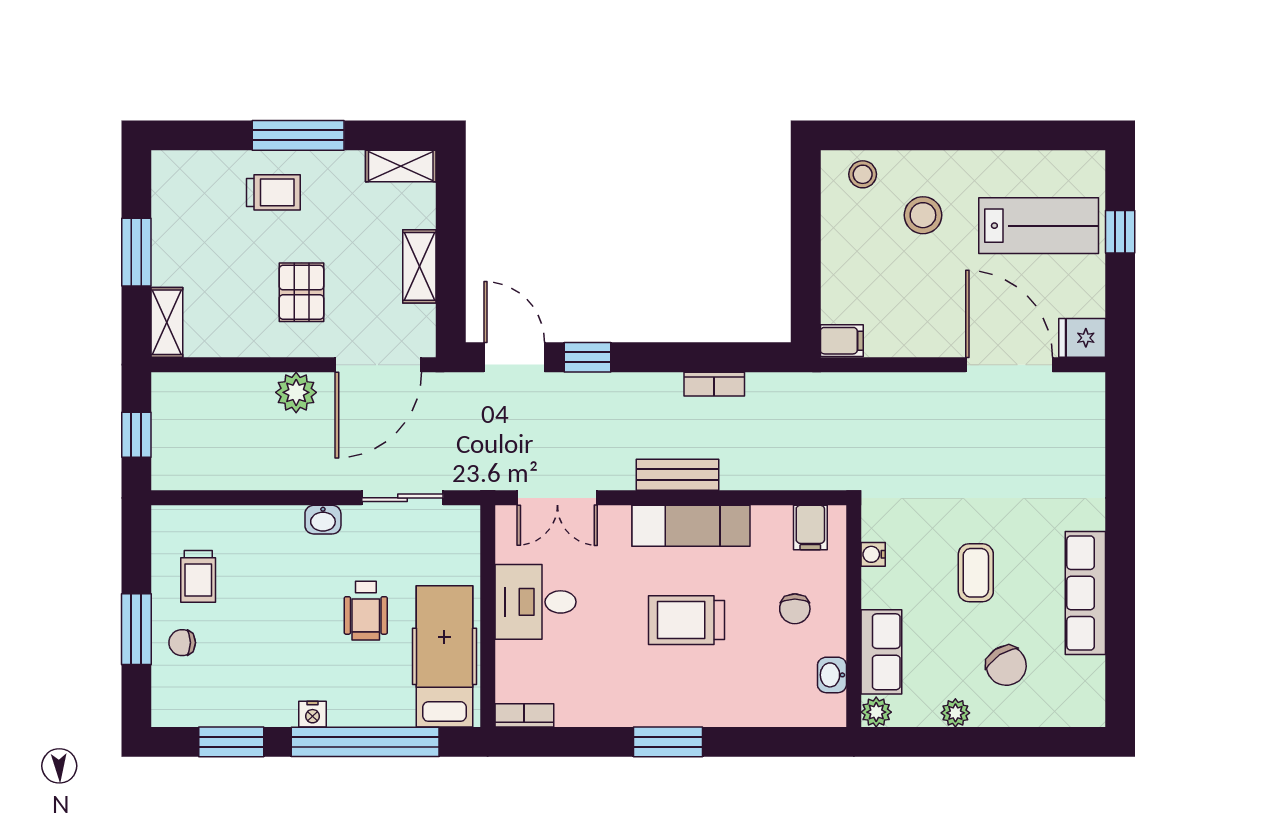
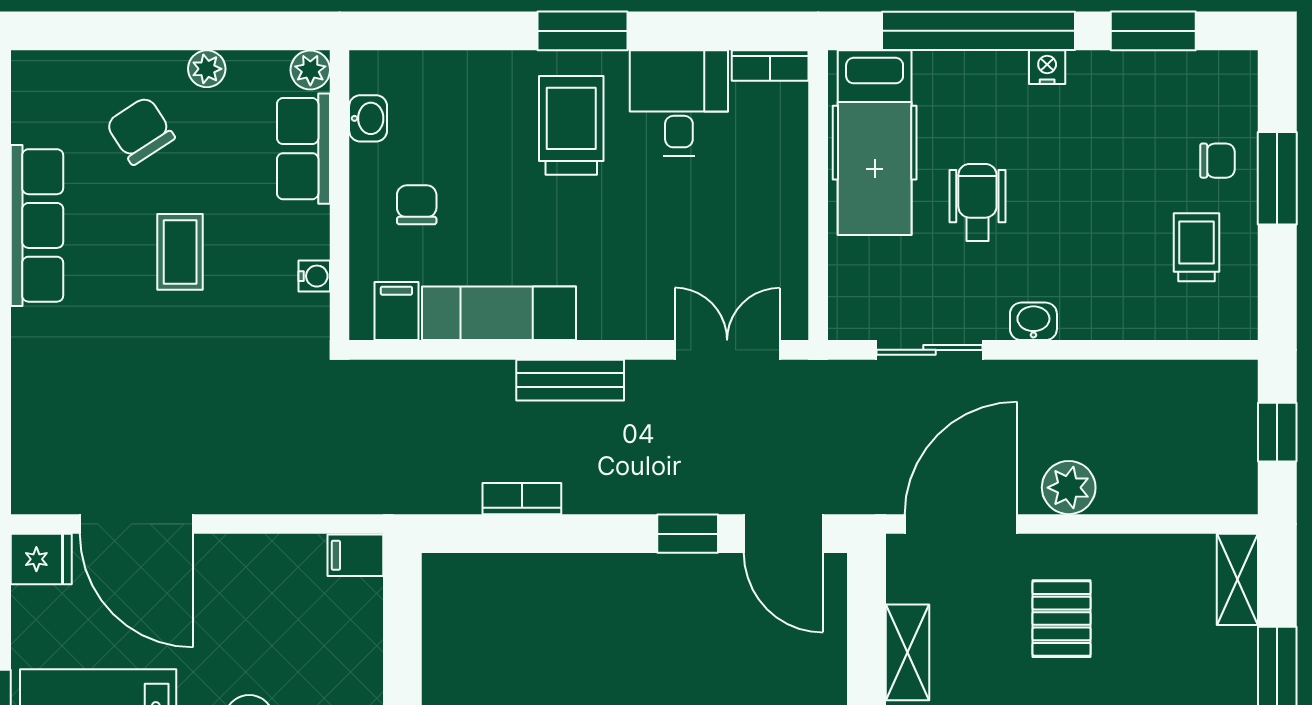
exam couch: (691, 526) -> (499, 313), moved
desk: (536, 602) -> (679, 103), moved, turned -90
trolley: (687, 620) -> (571, 125), moved, turned -90

